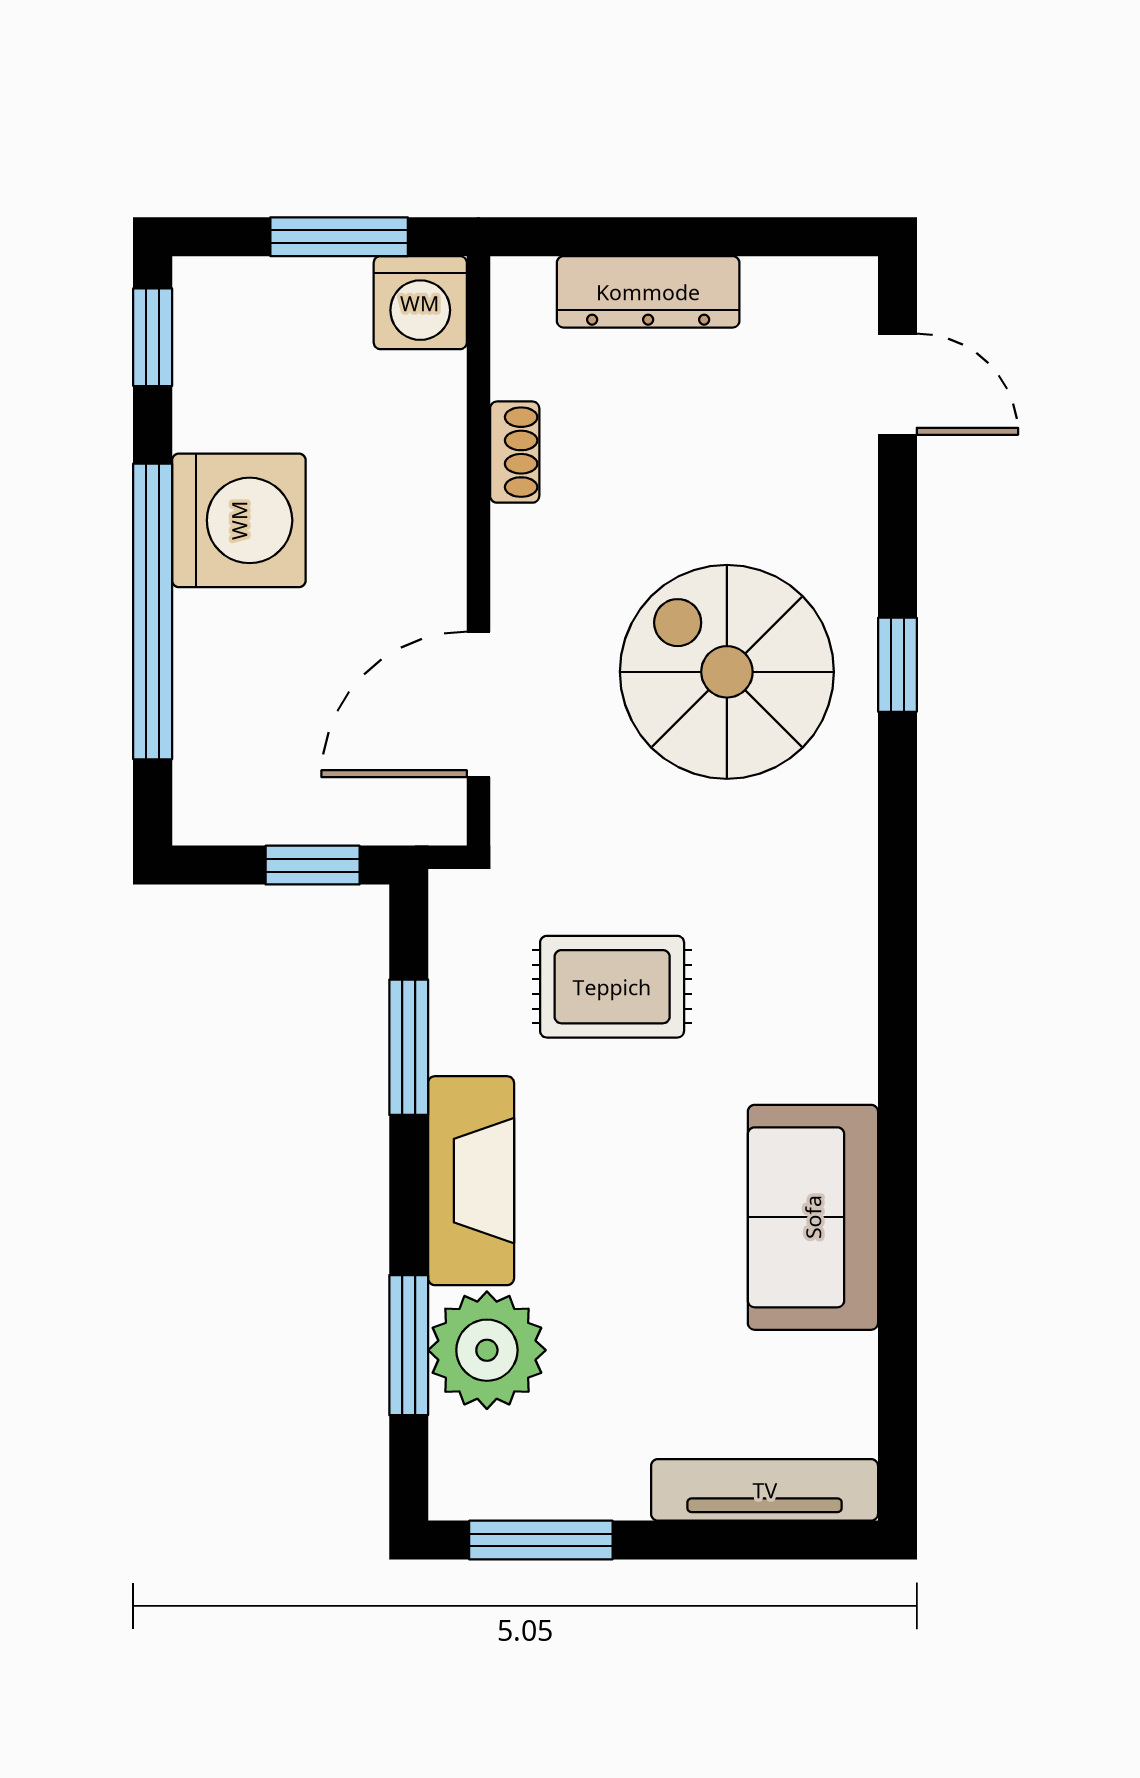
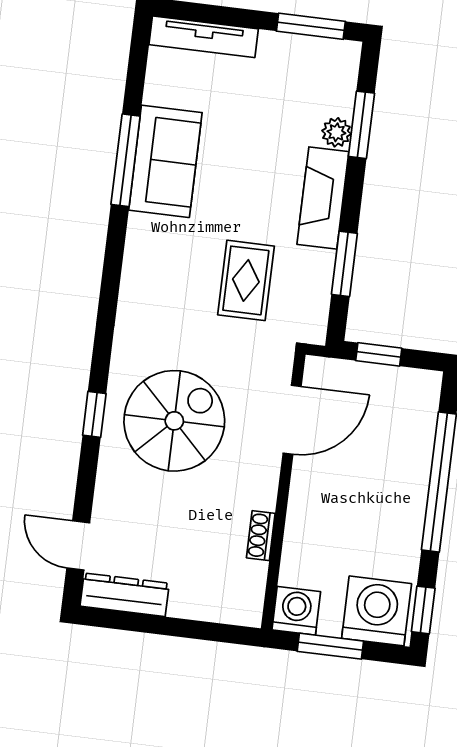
dresser: (648, 292) -> (125, 595), moved
washing machine: (239, 520) -> (377, 611), moved, turned 90
spiral stairs: (727, 672) -> (174, 421), turned -90
rug: (612, 987) -> (246, 280), turned 90
window: (897, 1209) -> (126, 160), added
plant: (487, 1350) -> (336, 132), width x0.53, depth x0.53

